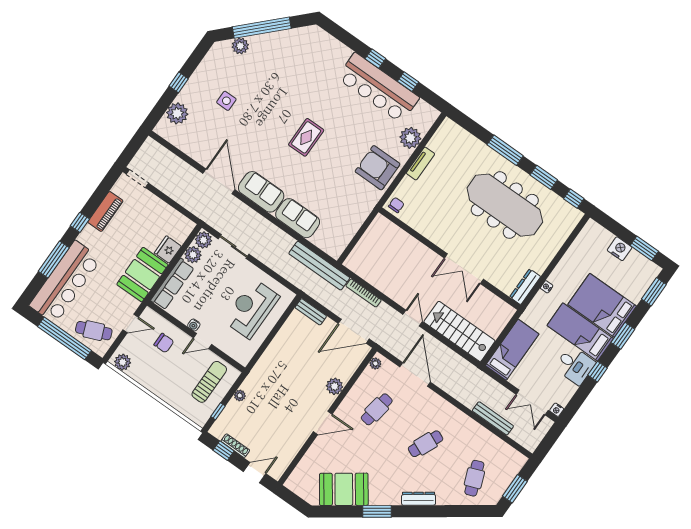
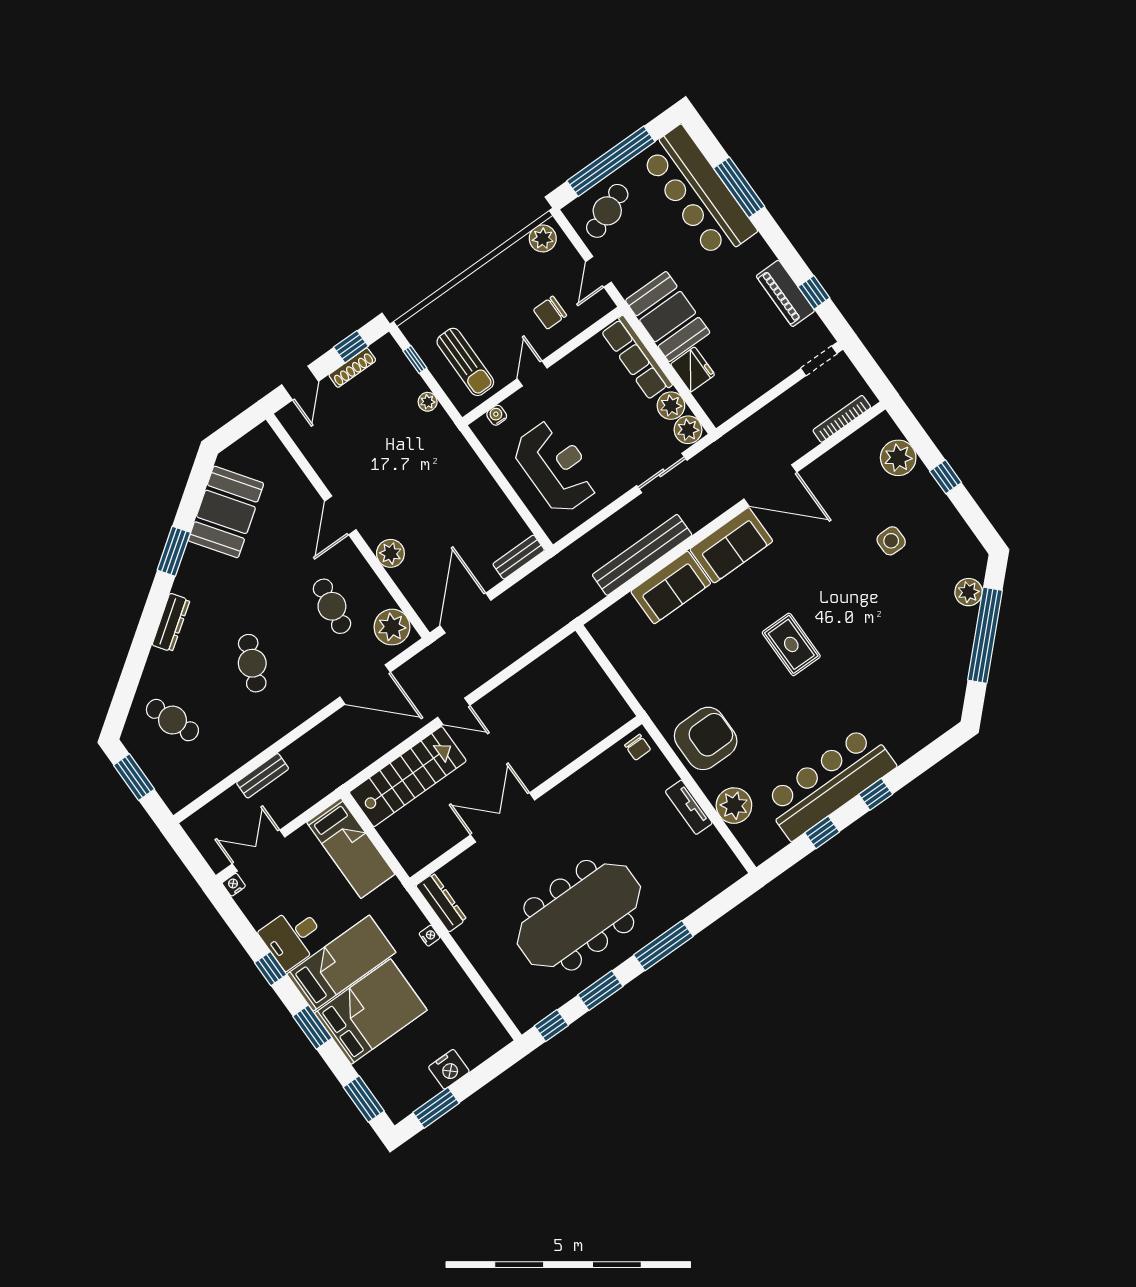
window: (80, 222) -> (814, 292), moved
bench: (319, 266) -> (642, 555), moved
bookcase: (364, 293) -> (842, 419), moved
water cooler: (194, 325) -> (497, 415), moved
plant: (375, 364) -> (392, 627), width x1.88, depth x1.88
bench: (493, 418) -> (263, 776), width x0.73

